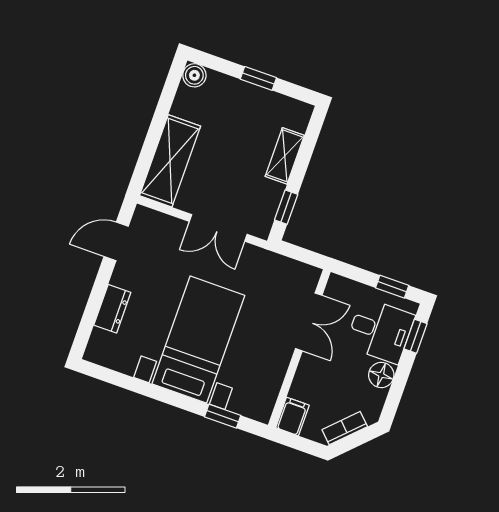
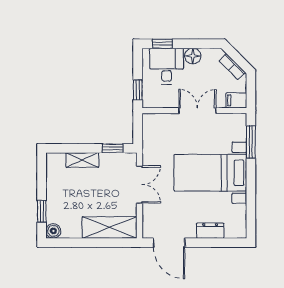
window: (258, 78) -> (42, 211), moved
door: (116, 241) -> (169, 243), width x1.38
window: (392, 287) -> (138, 90), moved
double door: (309, 322) -> (197, 111), moved
window: (223, 416) -> (251, 142), width x1.50

